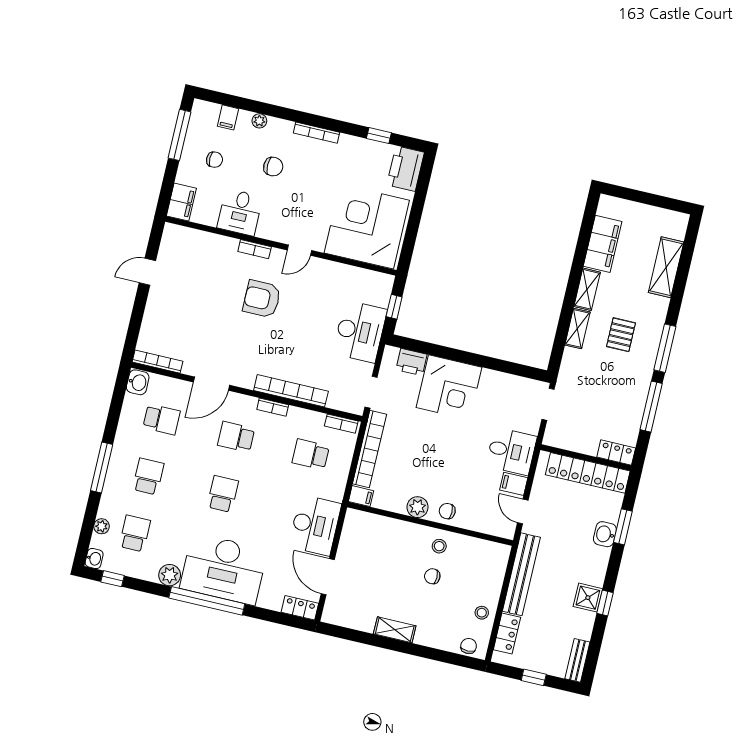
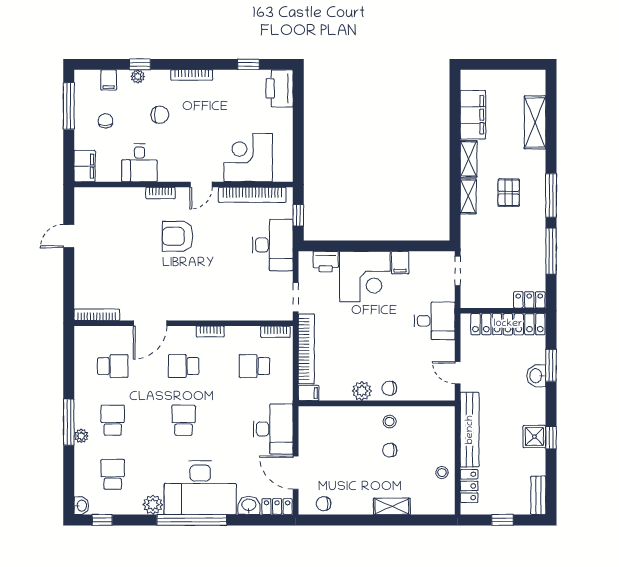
window: (265, 109) -> (140, 64), added
chair: (215, 160) -> (105, 121), turned -90
corner desk: (367, 227) -> (248, 158), width x0.74, depth x0.74
washbasin: (138, 382) -> (249, 505), moved, turned -90
bookcase: (291, 391) -> (252, 195), moved, turned 180
filing cabinet: (514, 484) -> (400, 263), moved, turned -90
plant: (102, 526) -> (81, 436), moved
shelving: (395, 630) -> (392, 506), moved
chair: (469, 646) -> (324, 504), moved, turned -90

